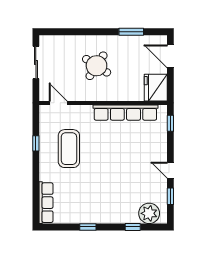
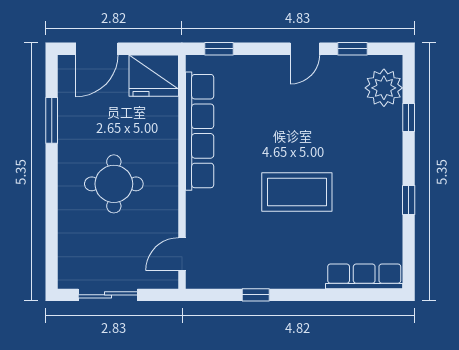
round table: (97, 66) -> (114, 184), turned -33
coffee table: (69, 149) -> (297, 192), moved

